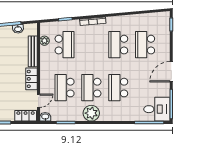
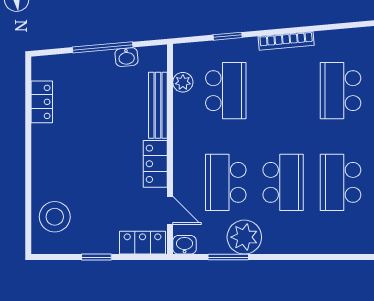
school desk: (91, 88) -> (283, 182), turned 180
door: (38, 101) -> (170, 210), hinge flipped
plant: (91, 113) -> (244, 237), moved

